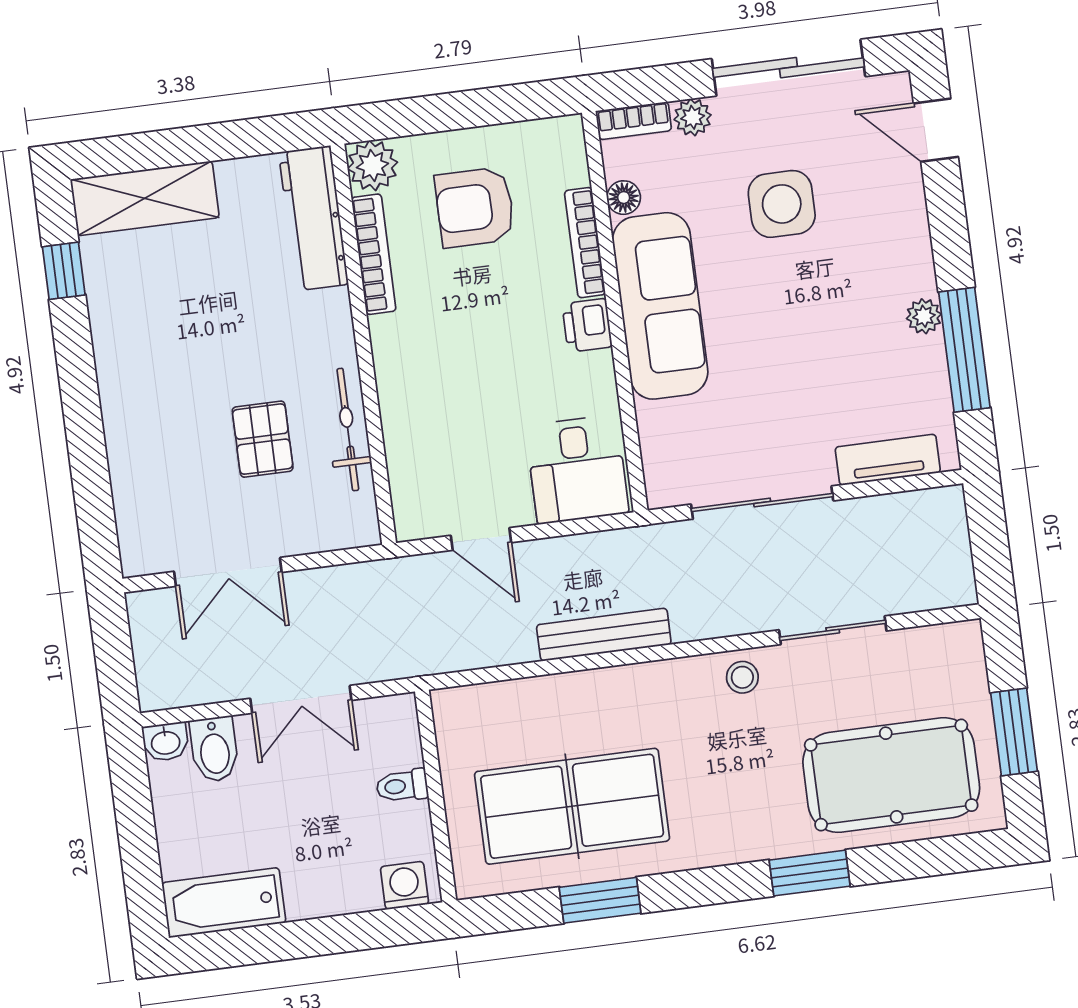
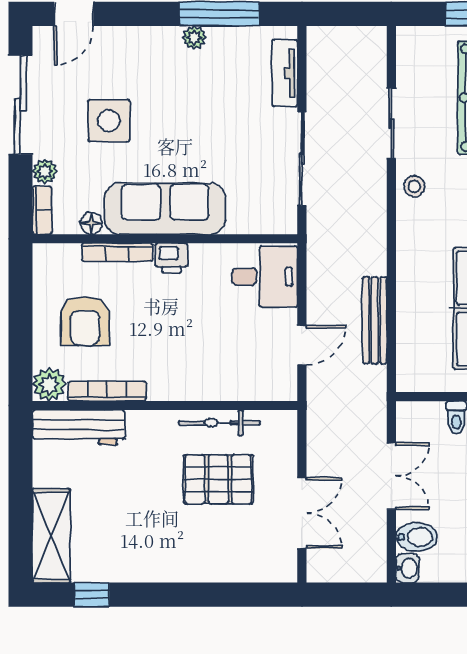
pallet: (263, 439) -> (218, 479), width x1.50, depth x1.42
bench: (604, 635) -> (375, 320), moved

